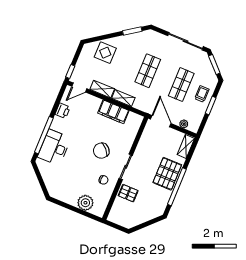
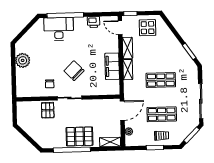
display table: (105, 53) -> (148, 28), moved
plant: (85, 203) -> (23, 60), moved

